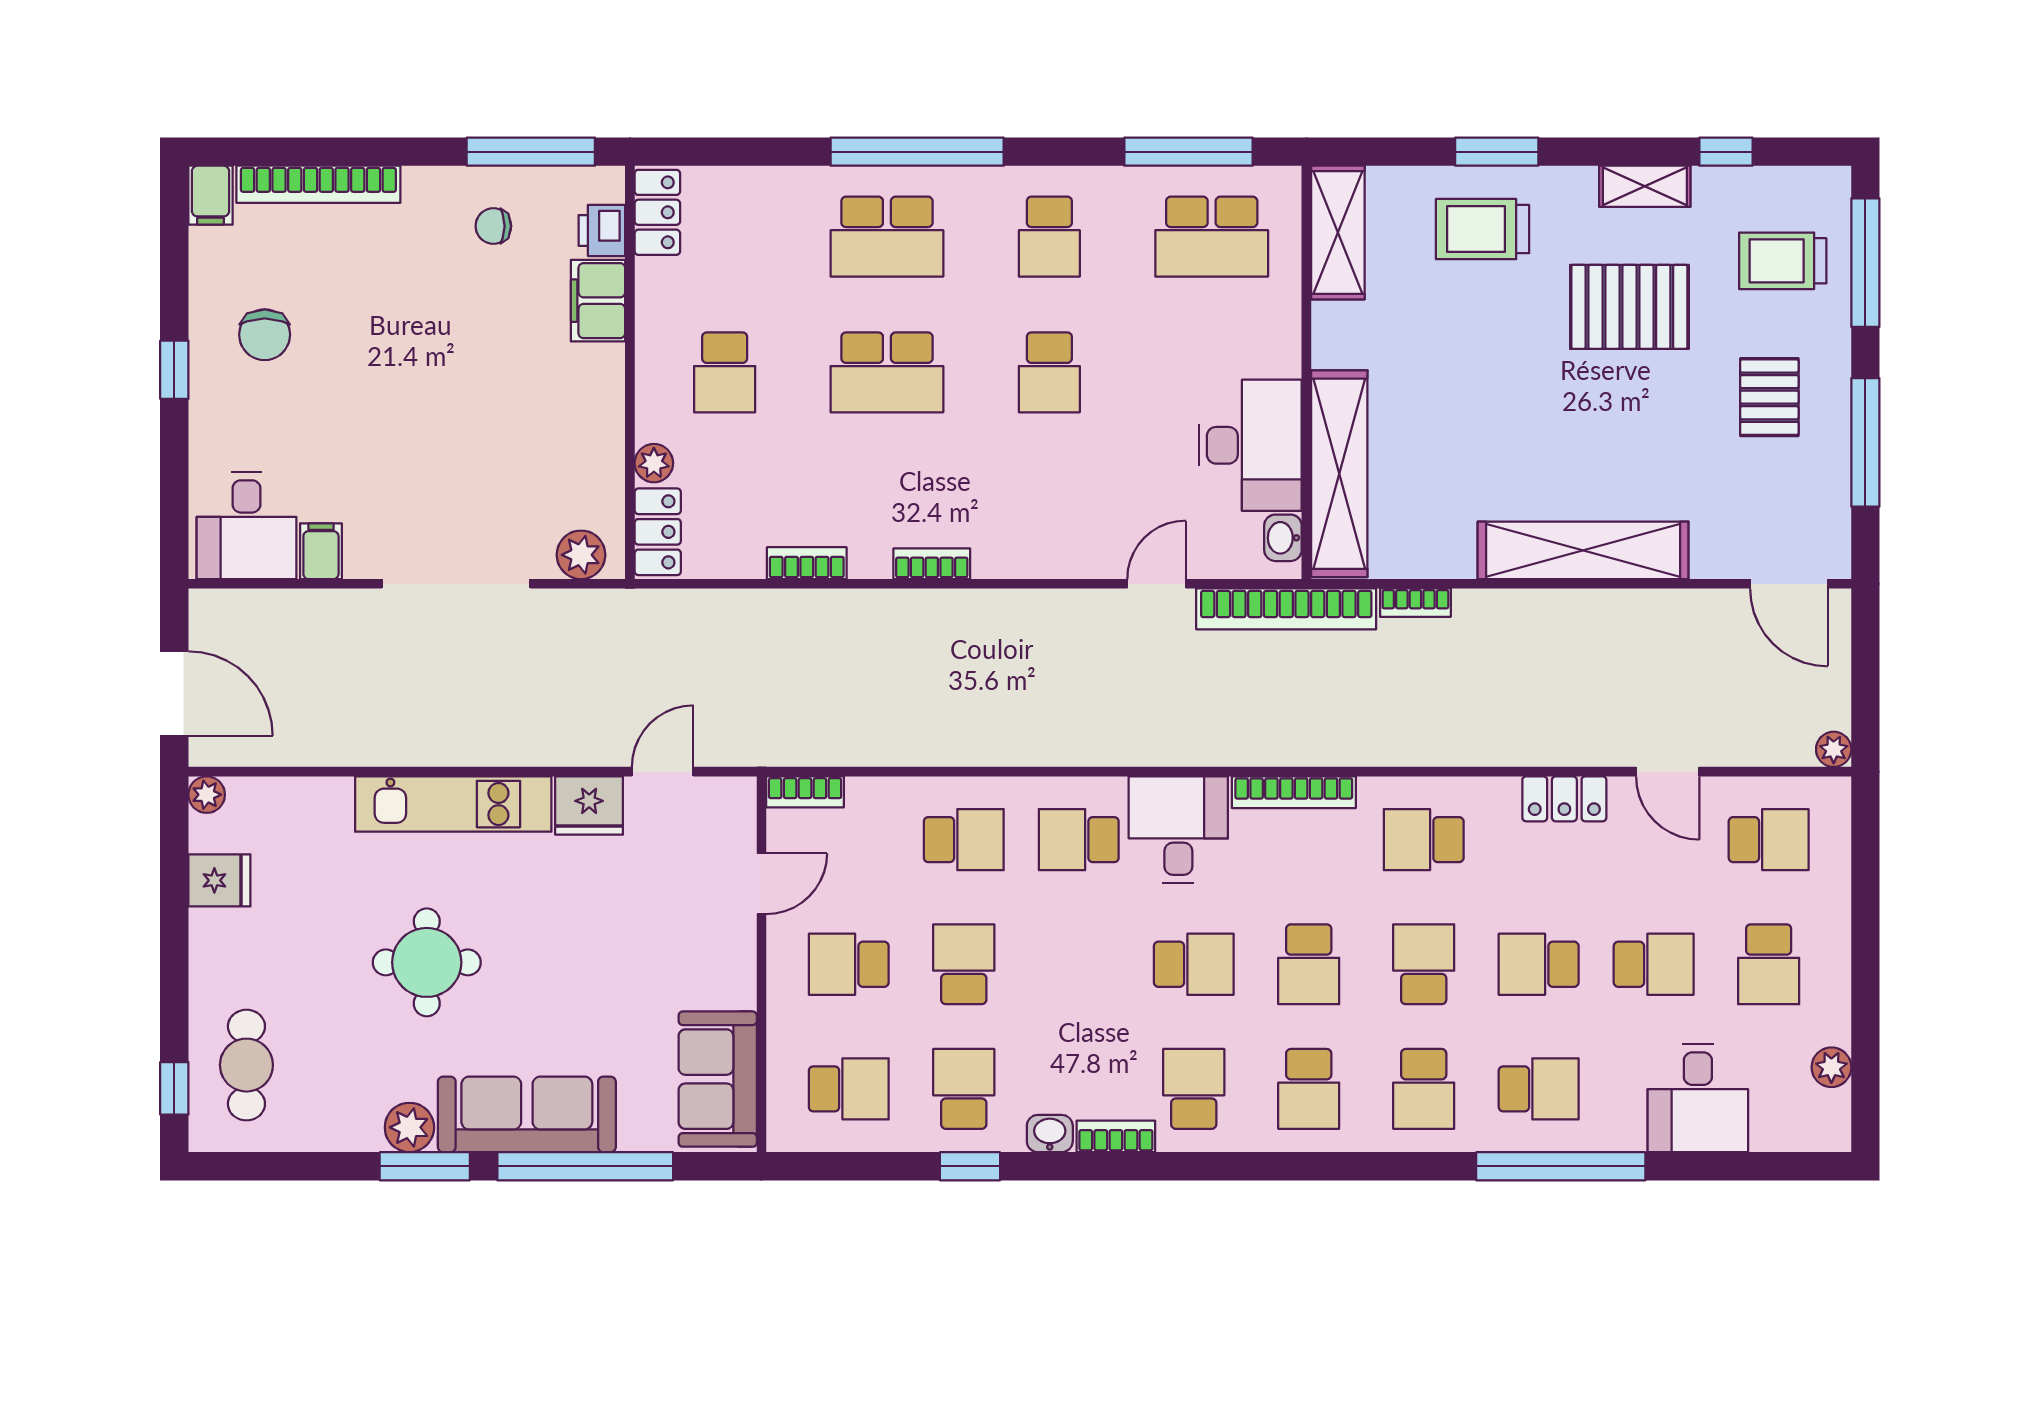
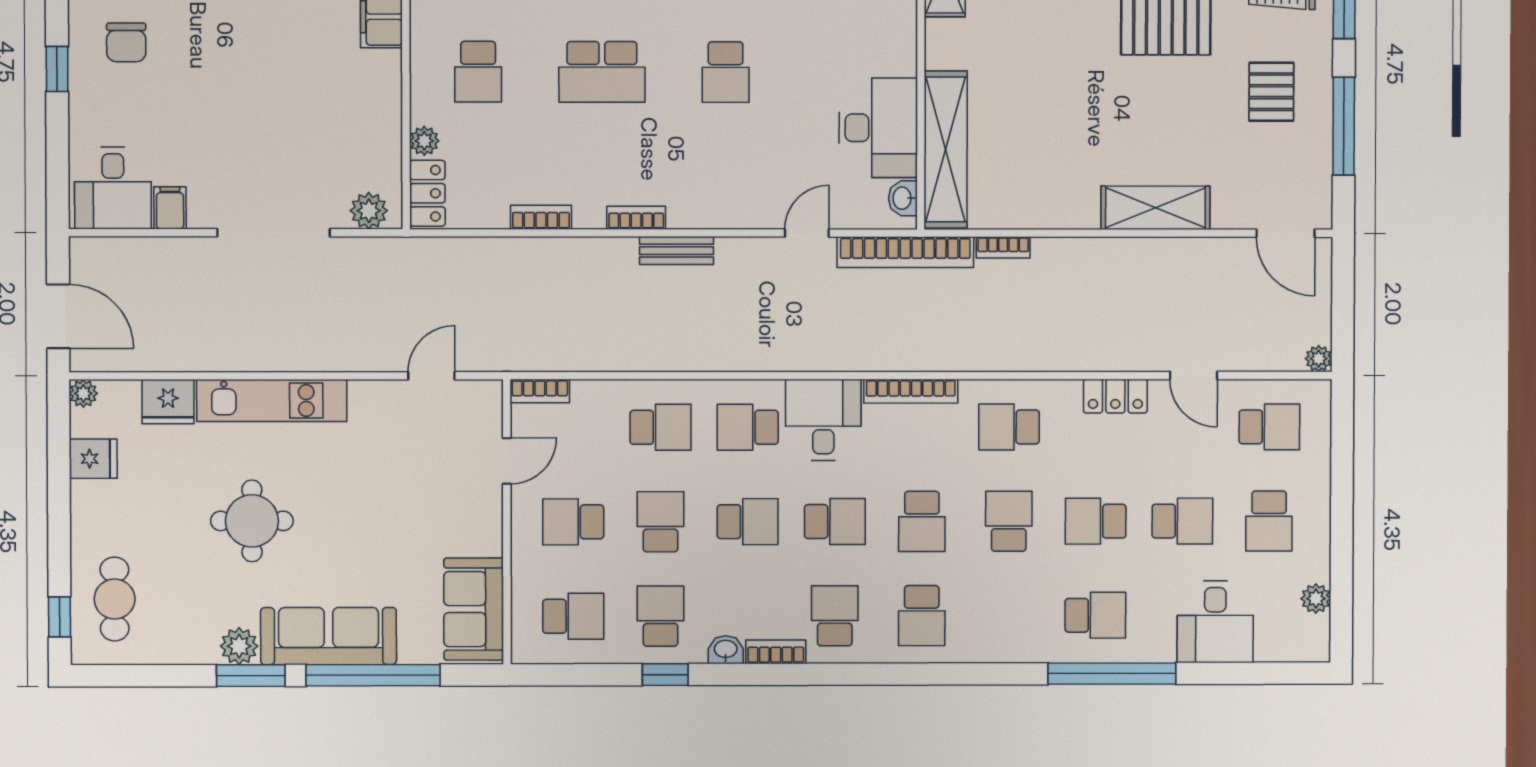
shelving: (1583, 550) -> (1155, 208), width x0.68
bench: (985, 607) -> (676, 251), added
fridge: (589, 806) -> (168, 402), moved
school desk: (1424, 1089) -> (748, 522), moved, turned -90

